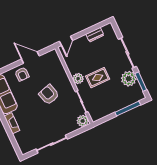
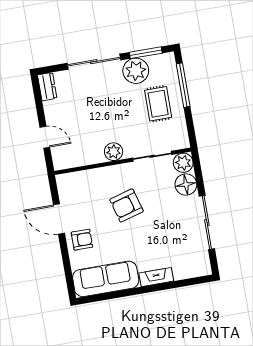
dresser: (95, 35) -> (47, 87), moved
door: (66, 41) -> (45, 137), moved
door: (30, 57) -> (59, 219), hinge flipped
rug: (98, 78) -> (158, 104), moved
floor lamp: (70, 126) -> (186, 185), added

